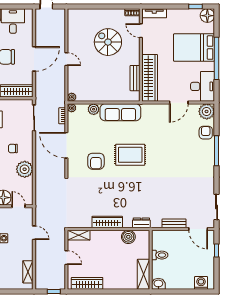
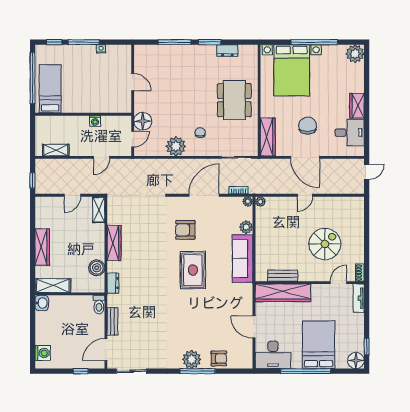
plant: (207, 111) -> (192, 359), moved
toilet: (160, 255) -> (99, 305), moved
wardrobe: (87, 283) -> (42, 247), moved

